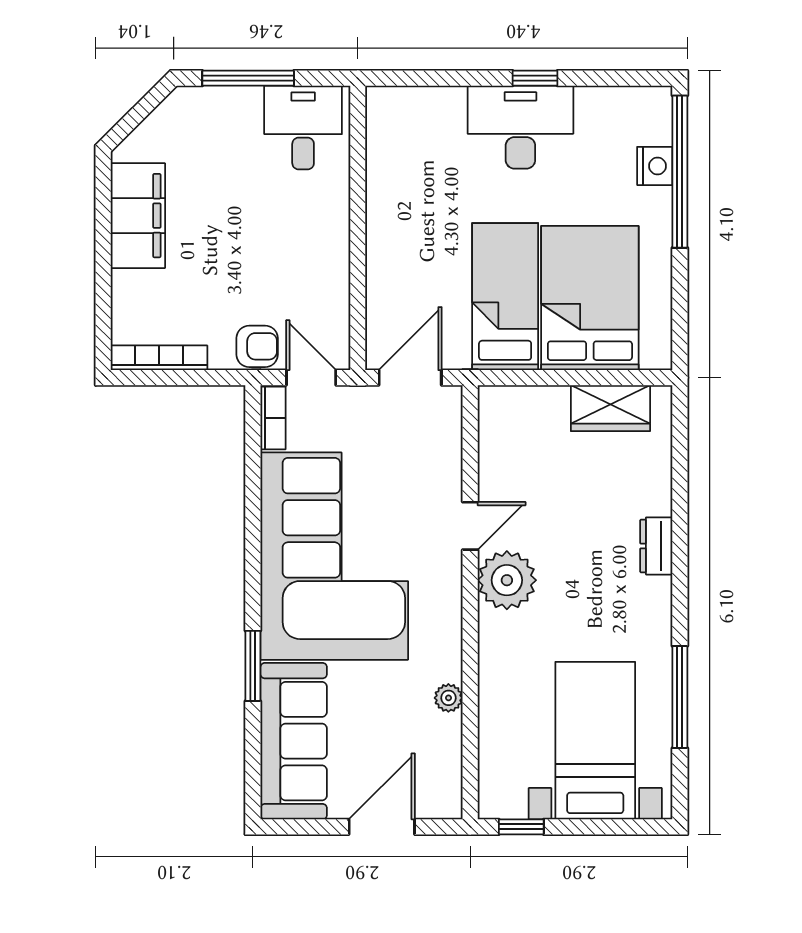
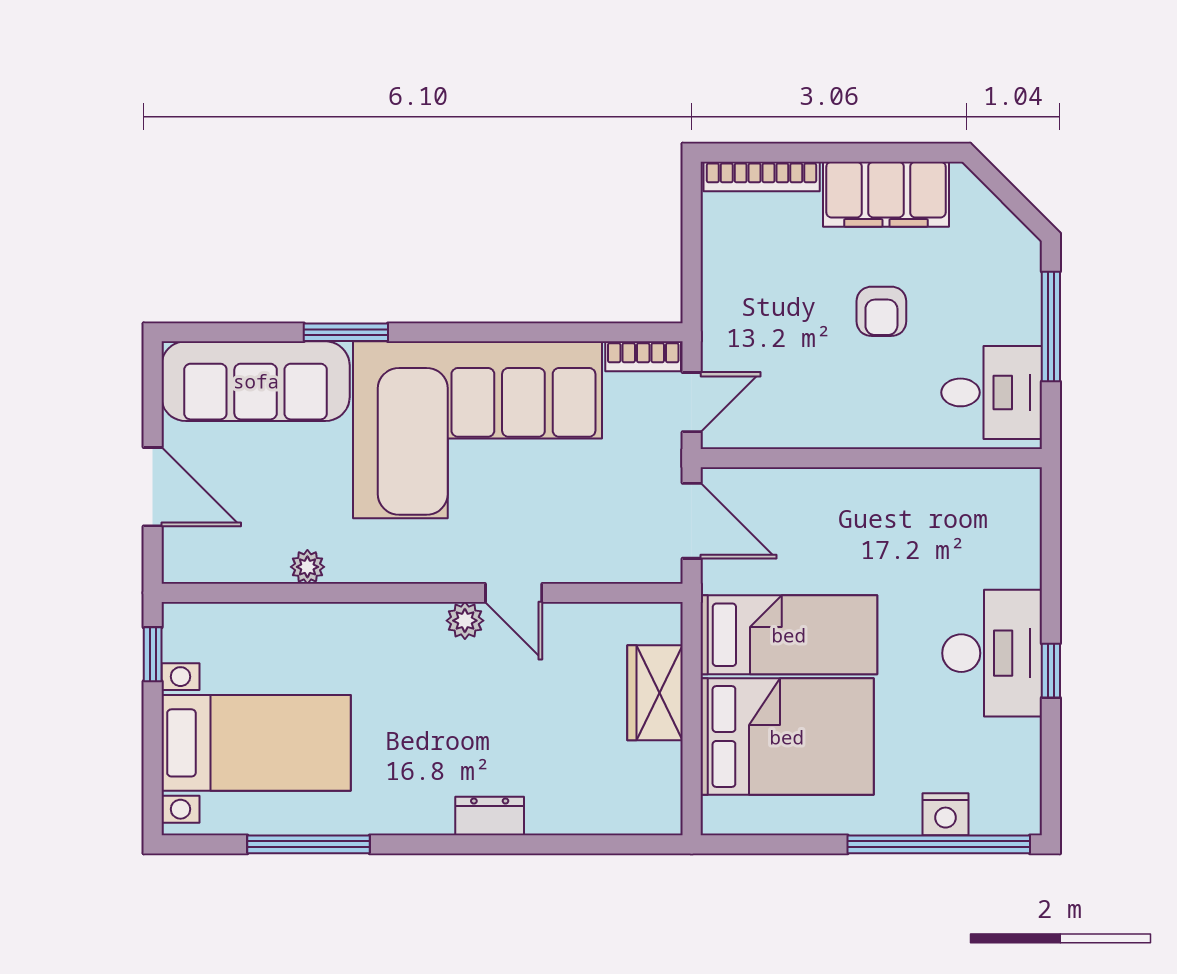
armchair: (257, 346) -> (881, 311), moved
bookcase: (159, 358) -> (762, 176), moved, turned 90
wardrobe: (610, 408) -> (655, 693), moved
plant: (507, 580) -> (465, 621), width x0.53, depth x0.53

